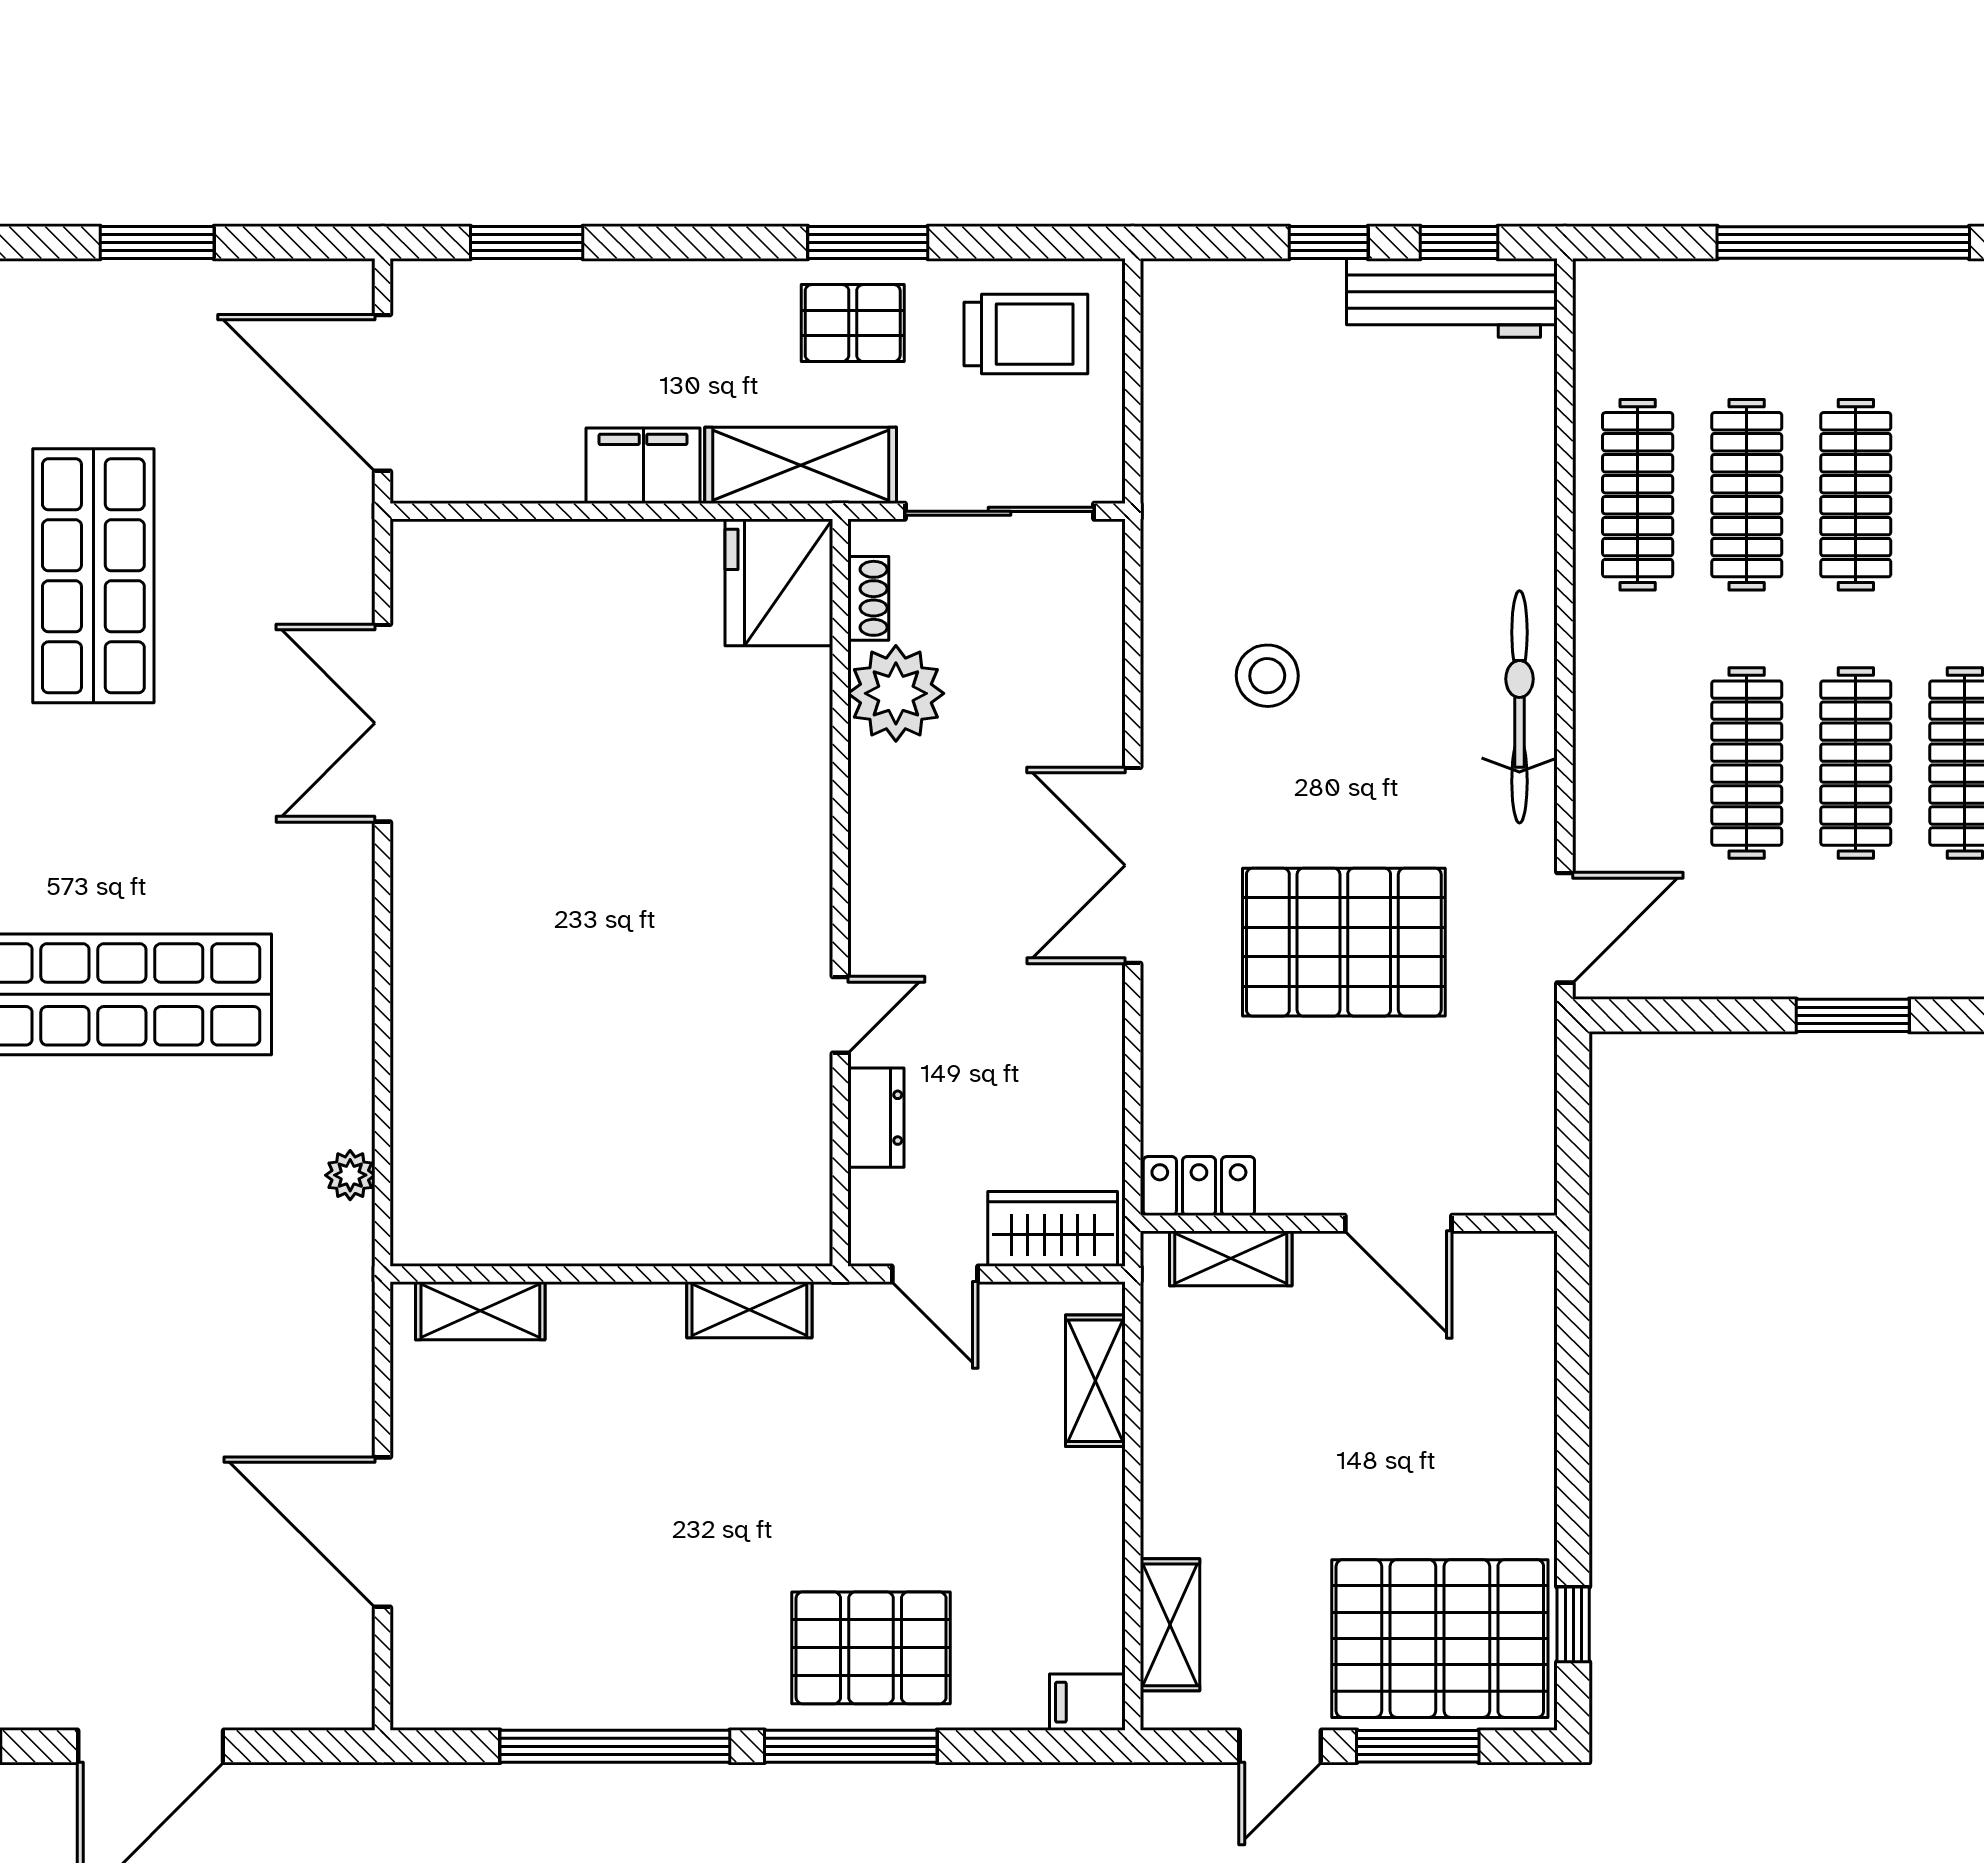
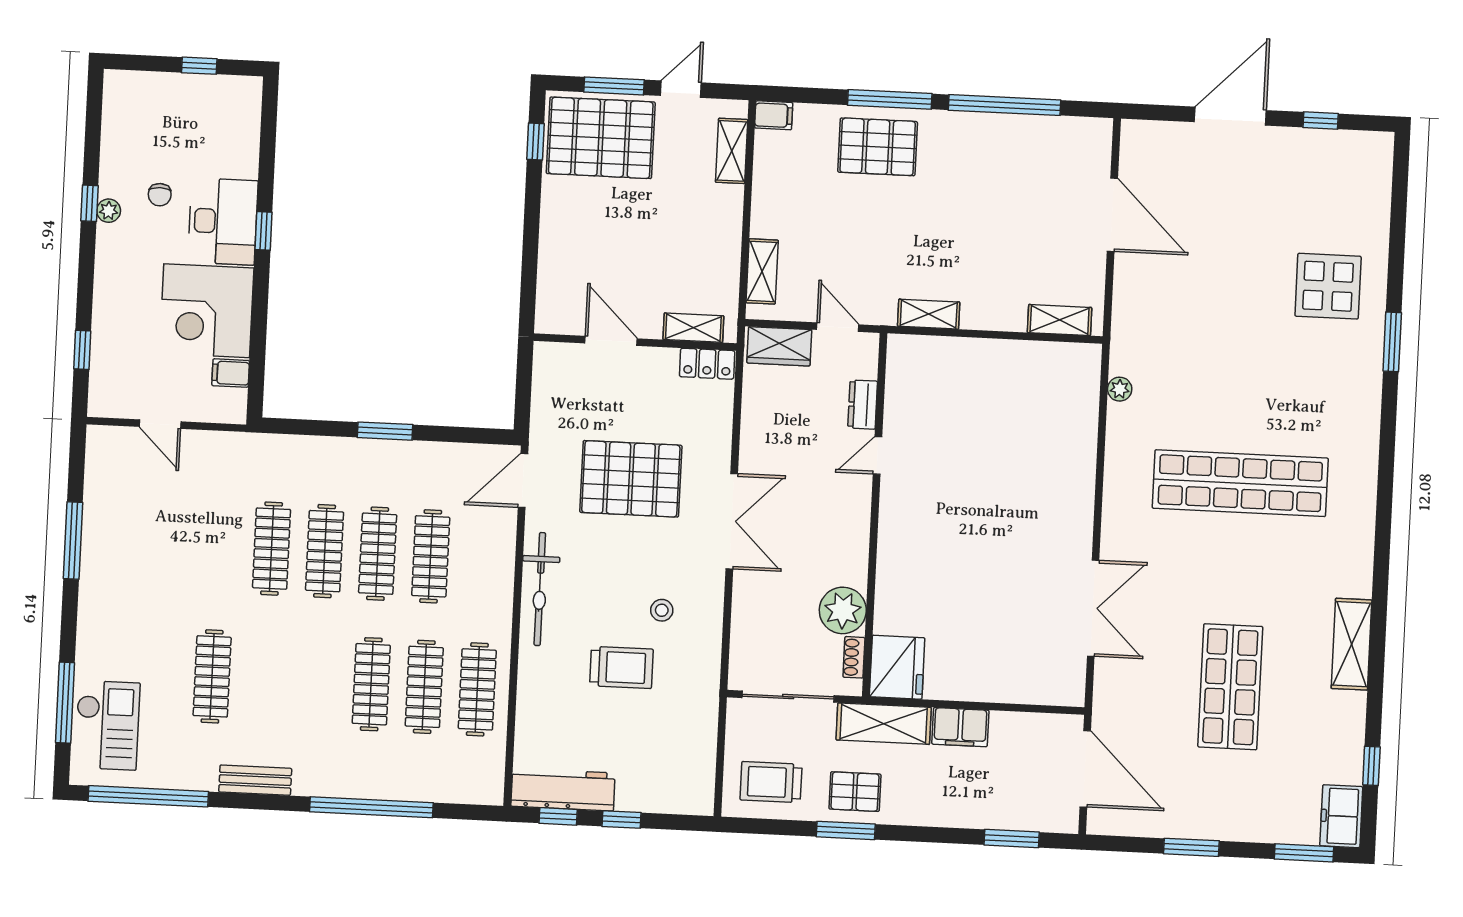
trolley: (1344, 554) -> (621, 667), added
stool: (1267, 676) -> (662, 610), width x0.73, depth x0.73

